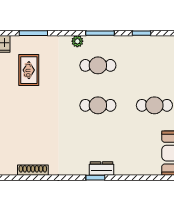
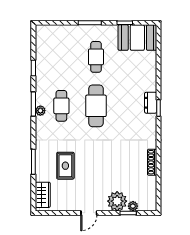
plant: (77, 41) -> (40, 111), moved
rug: (29, 70) -> (65, 166), turned 90
cafe table: (98, 105) -> (96, 106), width x1.37, depth x1.35

